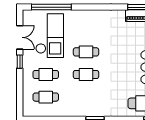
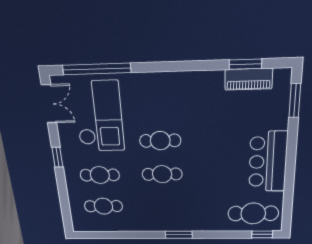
double door: (20, 37) -> (49, 104), moved

